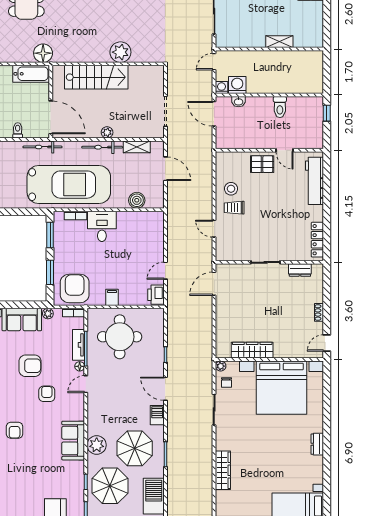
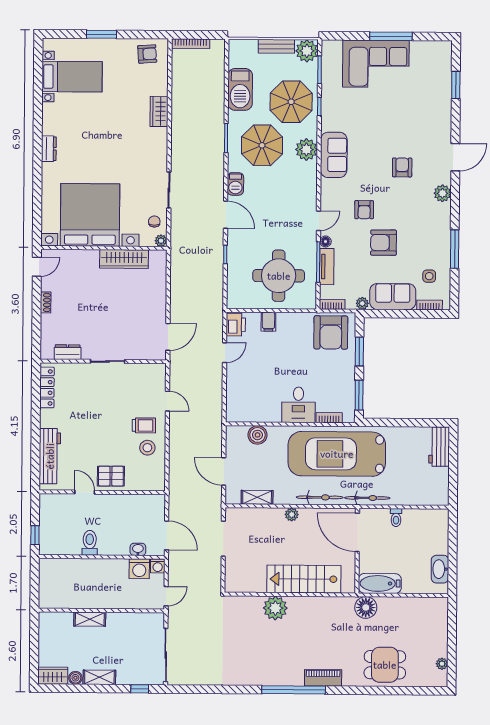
bicycle: (102, 147) -> (320, 497), moved
filing cabinet: (112, 297) -> (268, 322), moved
wardrobe: (223, 470) -> (159, 111), width x0.67

